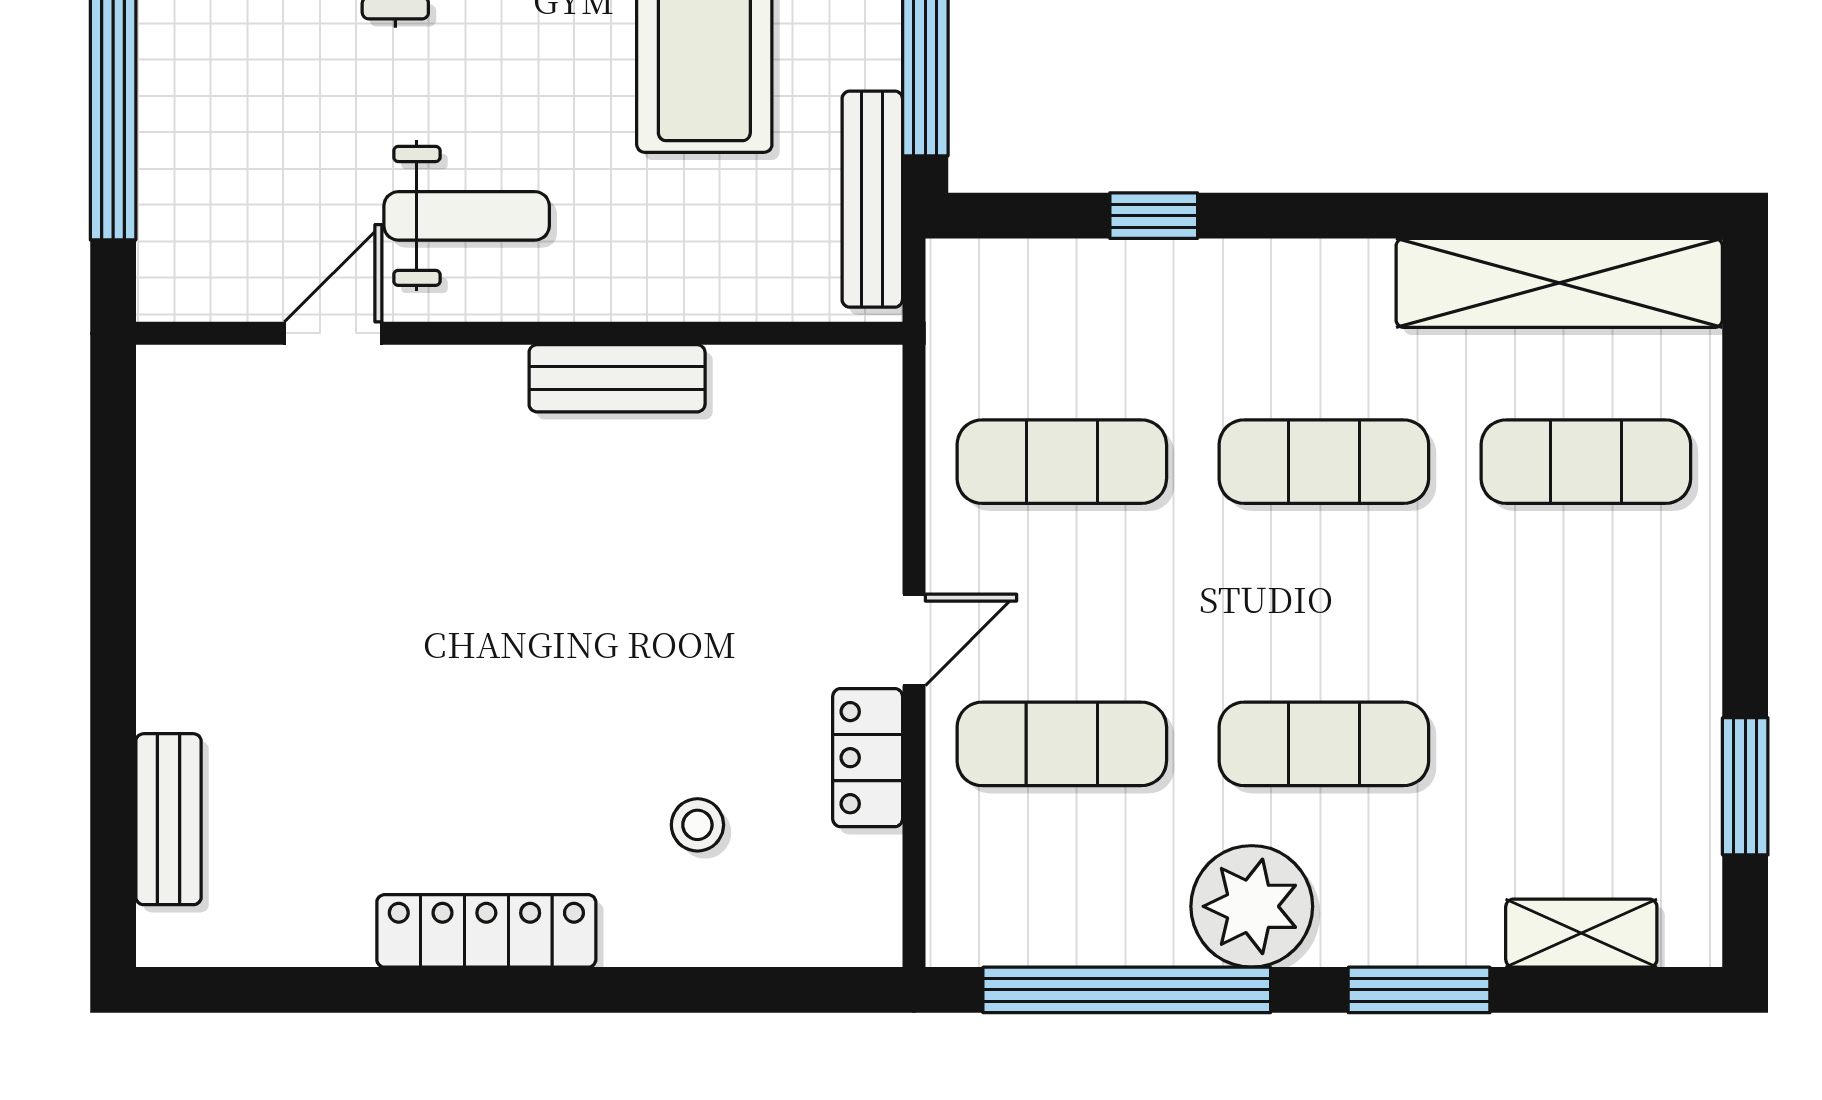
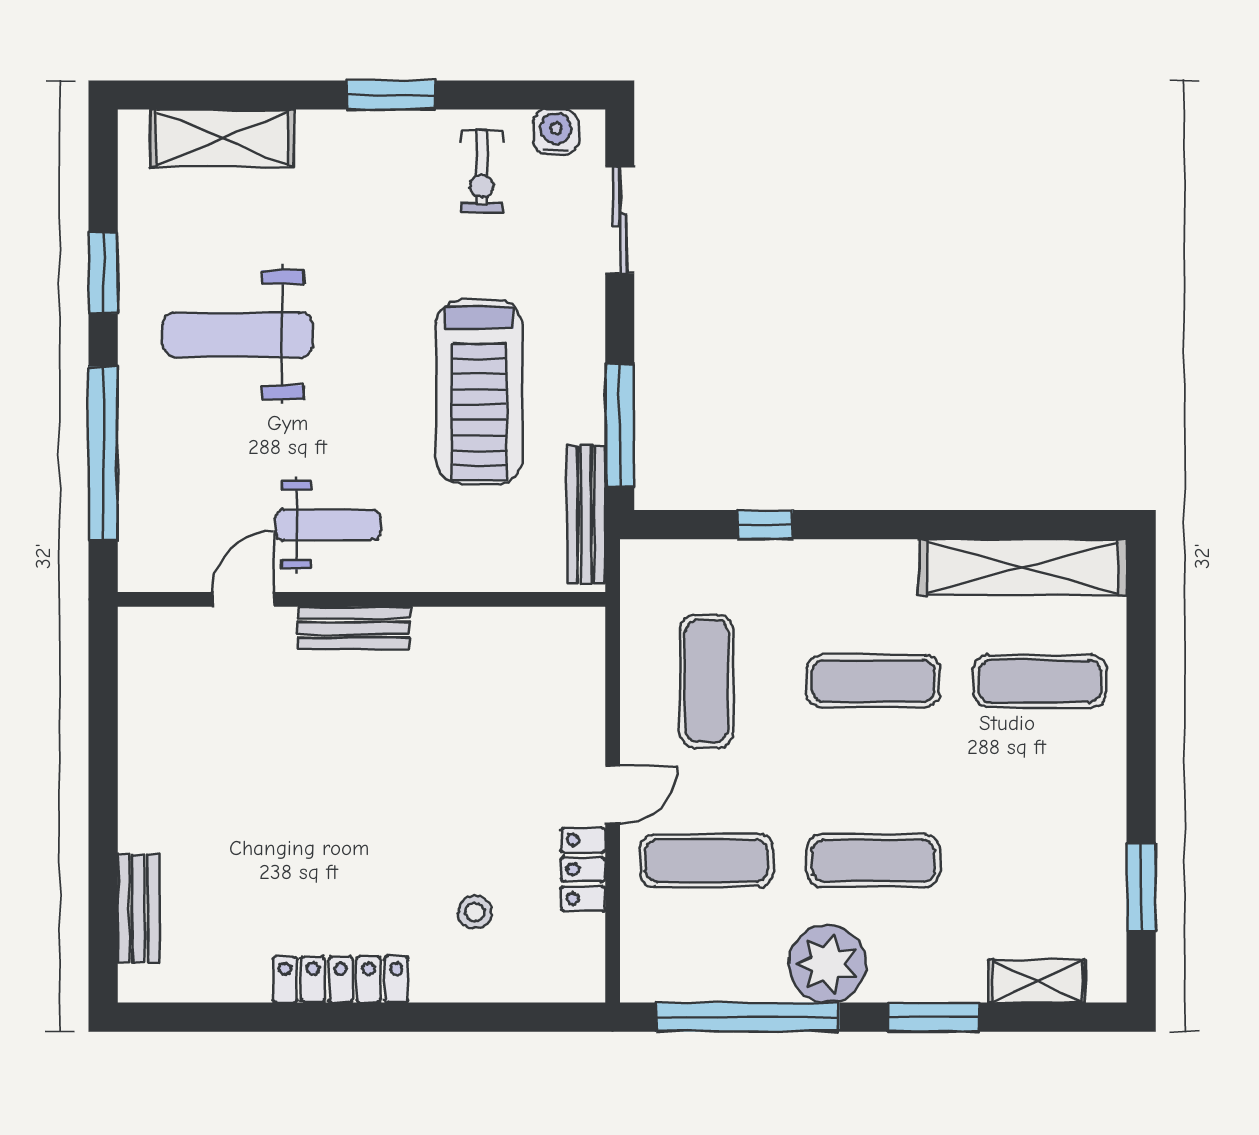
bench: (617, 378) -> (354, 628), moved
exercise mat: (1062, 462) -> (707, 681), turned 90

